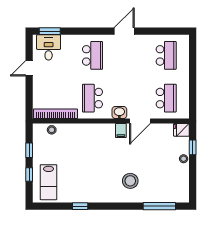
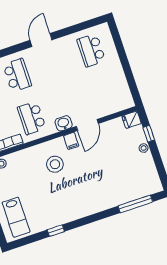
school desk: (166, 55) -> (91, 50), turned 180
school desk: (166, 98) -> (106, 93), removed
stool: (130, 181) -> (55, 164), moved

